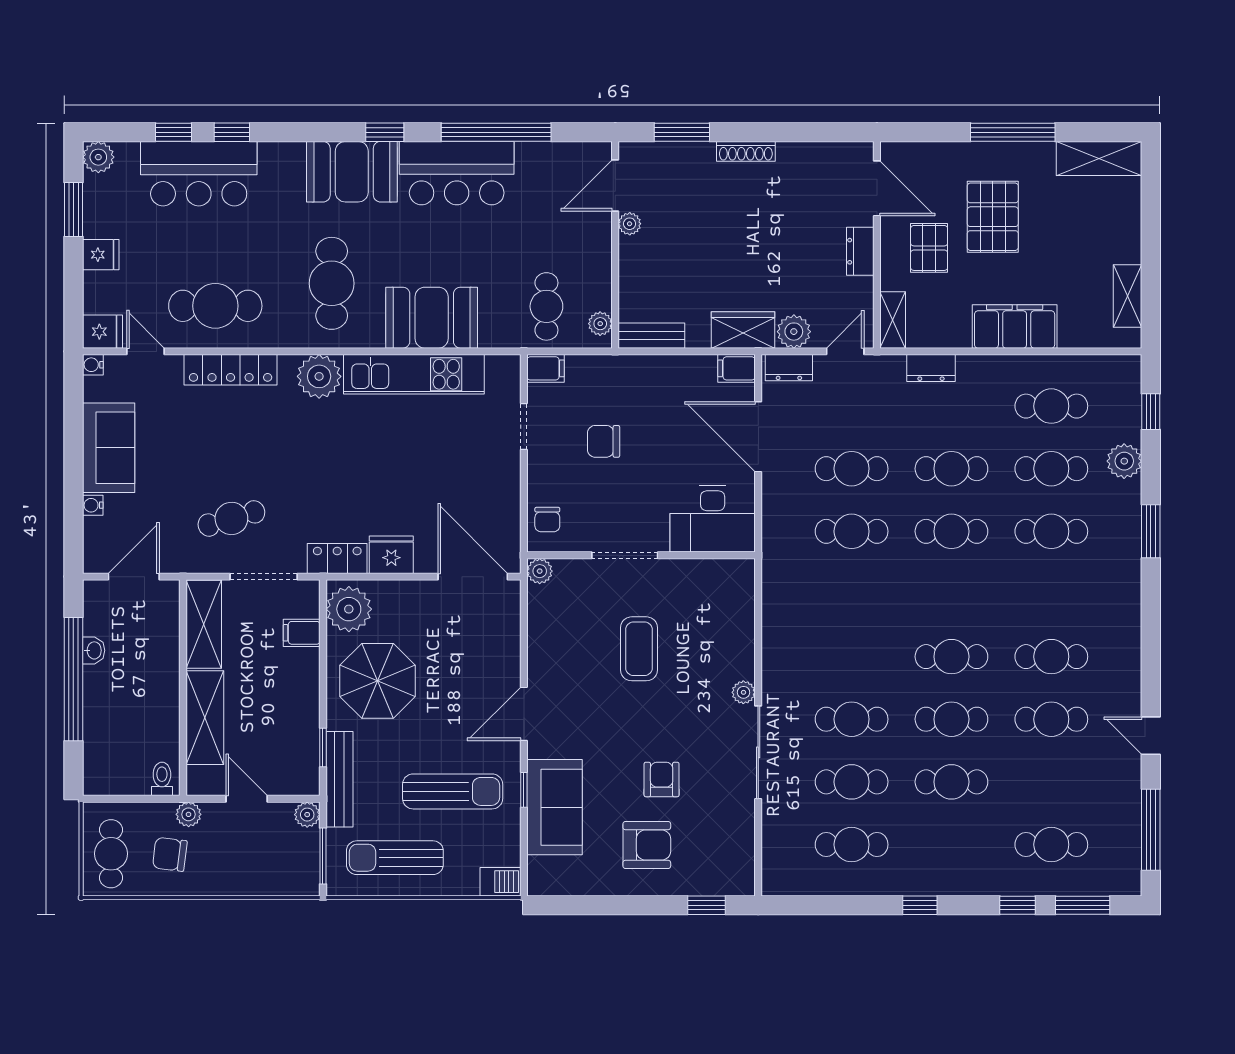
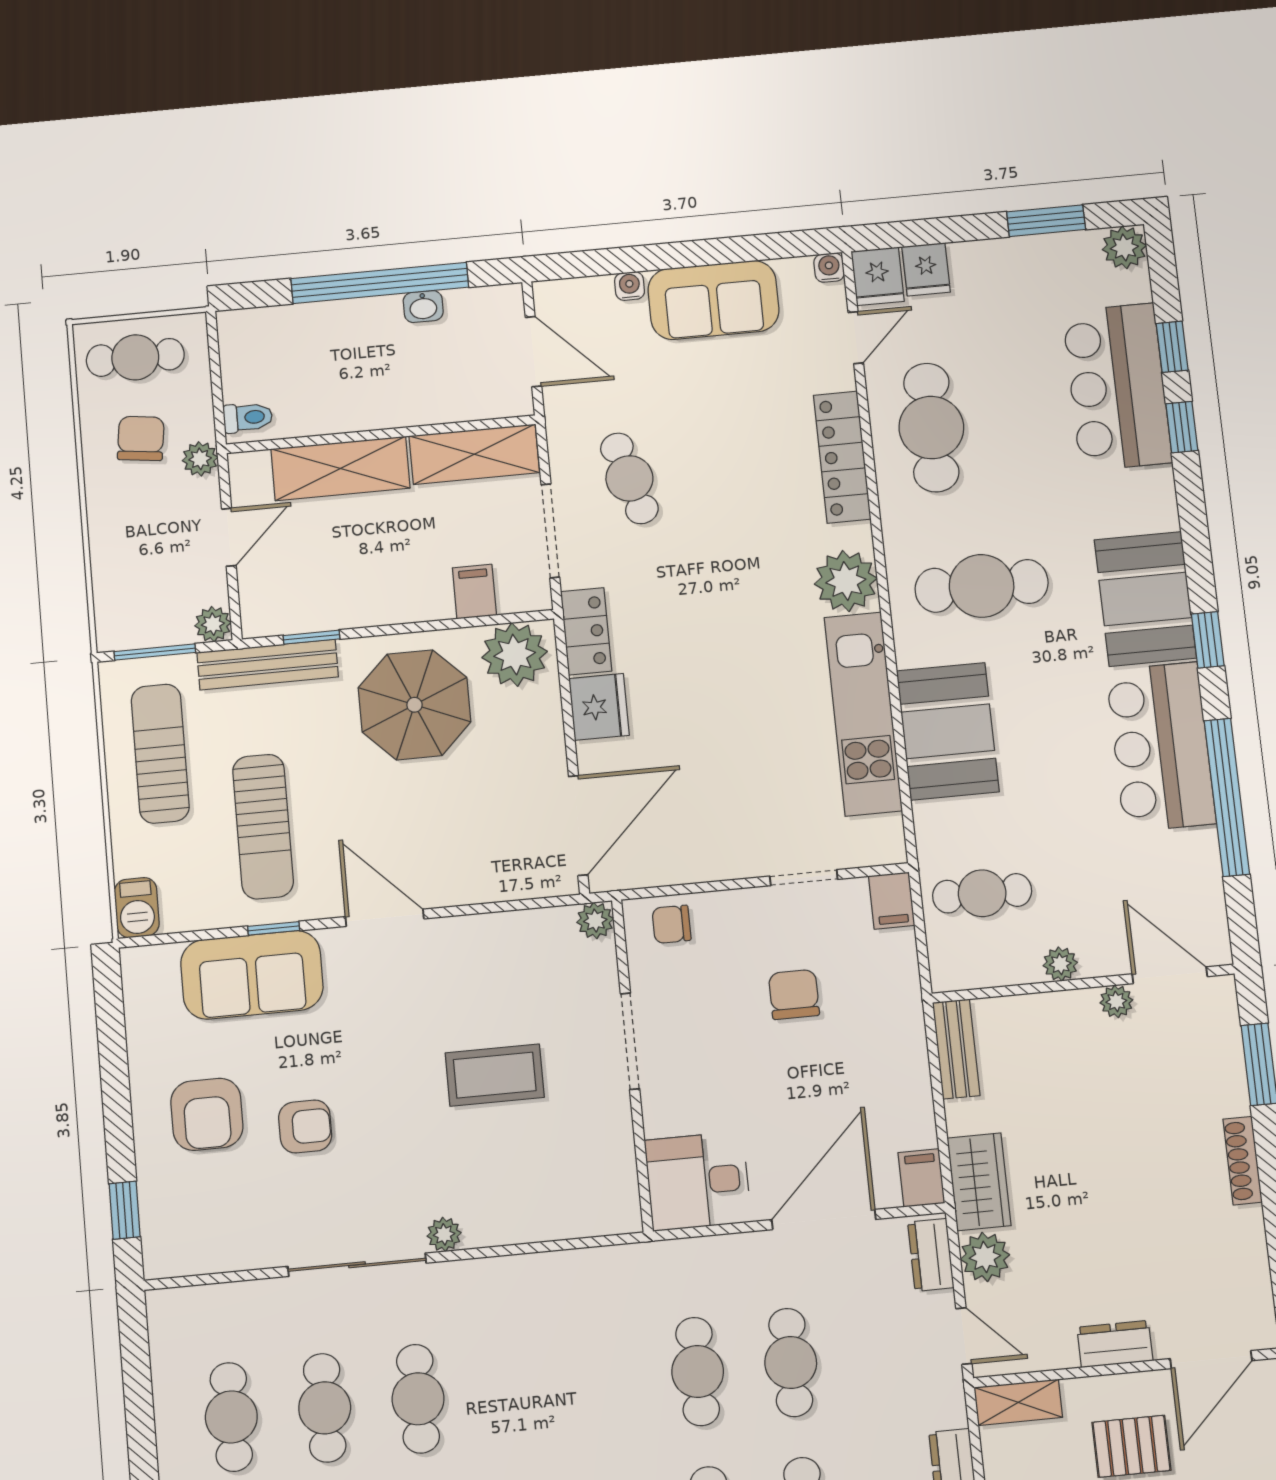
fridge: (101, 255) -> (926, 269), moved
plant: (600, 324) -> (1060, 964), moved
desk: (713, 519) -> (698, 1181), width x0.73

